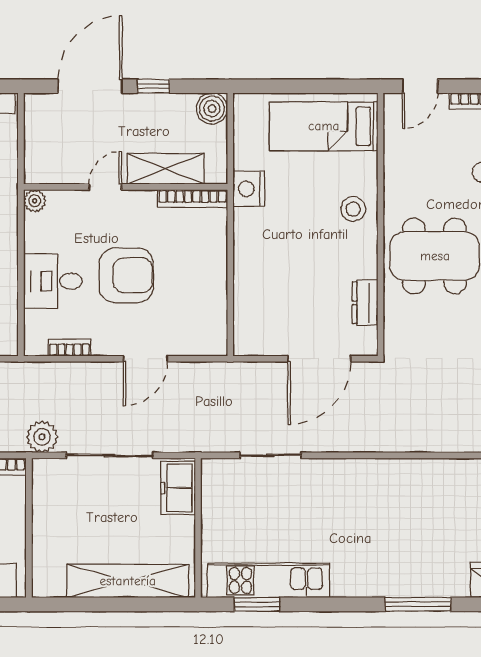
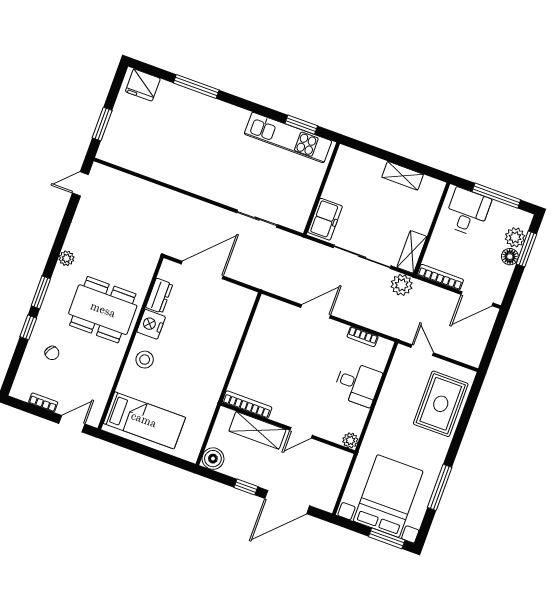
nightstand: (249, 189) -> (151, 324), moved, turned 180
armchair: (126, 275) -> (308, 370), removed
shelving: (44, 487) -> (412, 252), added
shelving: (128, 581) -> (403, 176), width x0.45, depth x0.75

